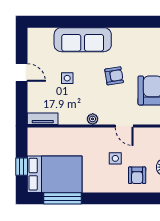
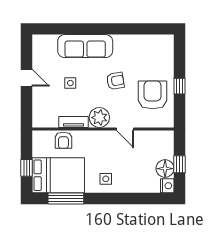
tv unit: (43, 119) -> (74, 122), moved
plant: (93, 119) -> (99, 118), width x1.88, depth x1.88
side table: (115, 158) -> (106, 179), moved
armchair: (137, 175) -> (63, 140), moved

